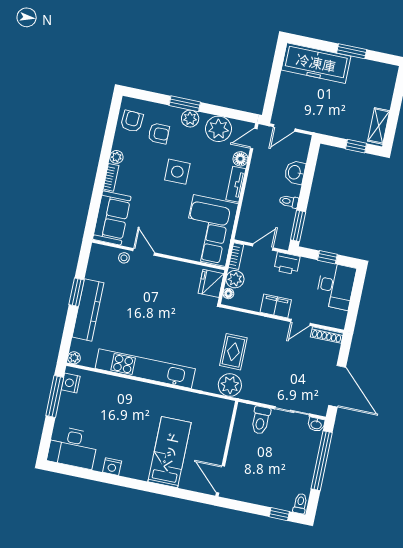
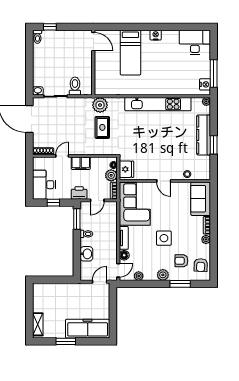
window: (185, 104) -> (180, 284), moved
shelving: (379, 126) -> (38, 324), moved
plant: (218, 129) -> (139, 276), width x0.53, depth x0.53
window: (356, 146) -> (50, 280), removed
door: (144, 252) -> (164, 181), moved
window: (322, 461) -> (29, 68), removed
nightstand: (112, 467) -> (156, 35), moved

